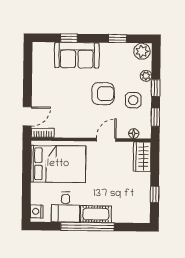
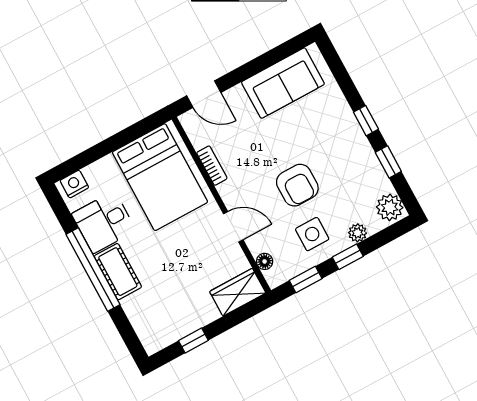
window: (69, 38) -> (366, 121), moved
sofa: (77, 55) -> (283, 83), moved, turned -90
bookcase: (43, 133) -> (212, 166), moved

